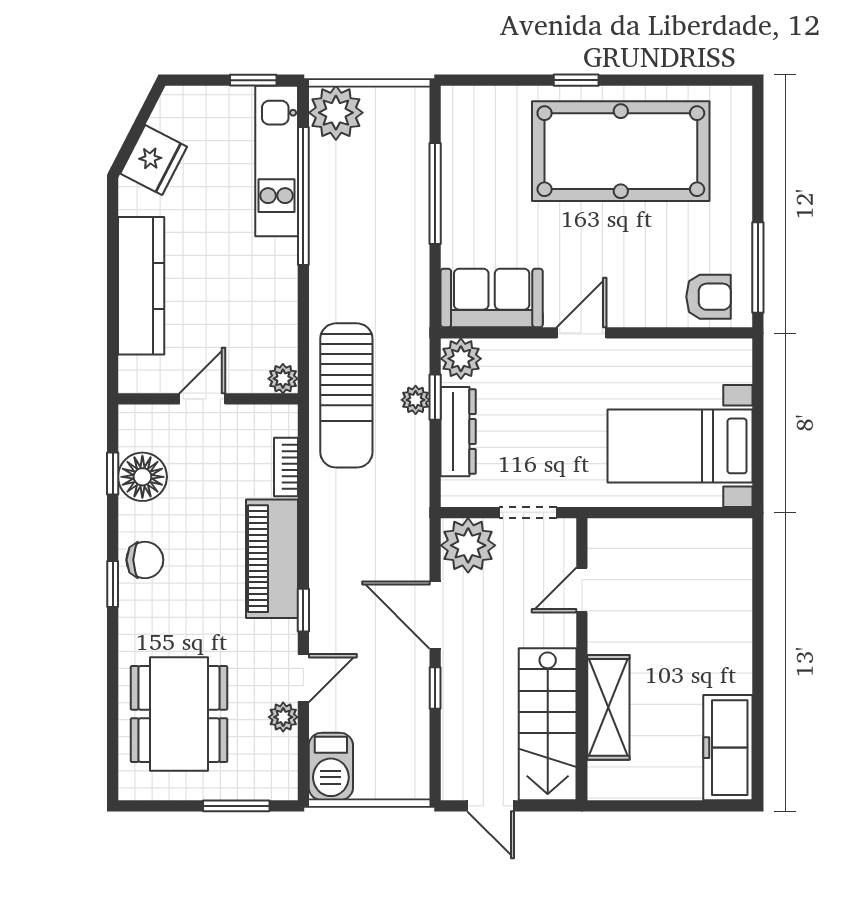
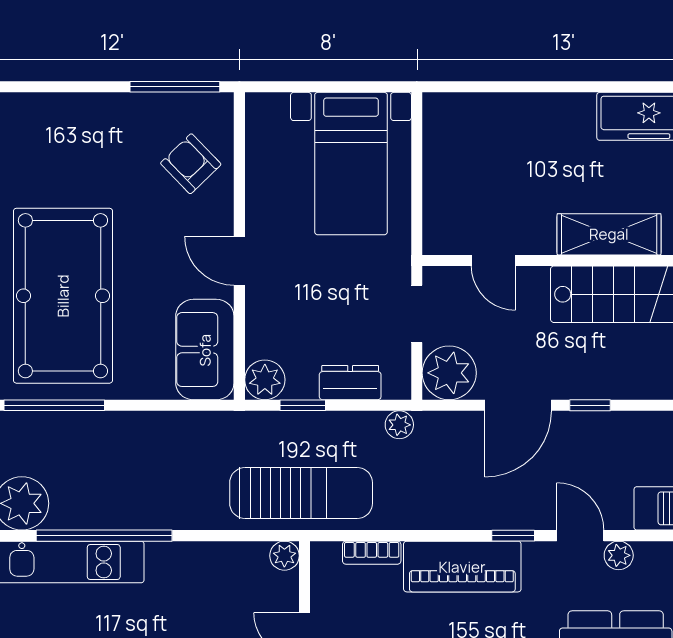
pool table: (621, 151) -> (63, 296), moved
window: (435, 194) -> (54, 405), moved
armchair: (709, 297) -> (191, 164), moved, turned -44
plant: (416, 400) -> (399, 425), moved
dresser: (458, 432) -> (350, 383), width x0.70

